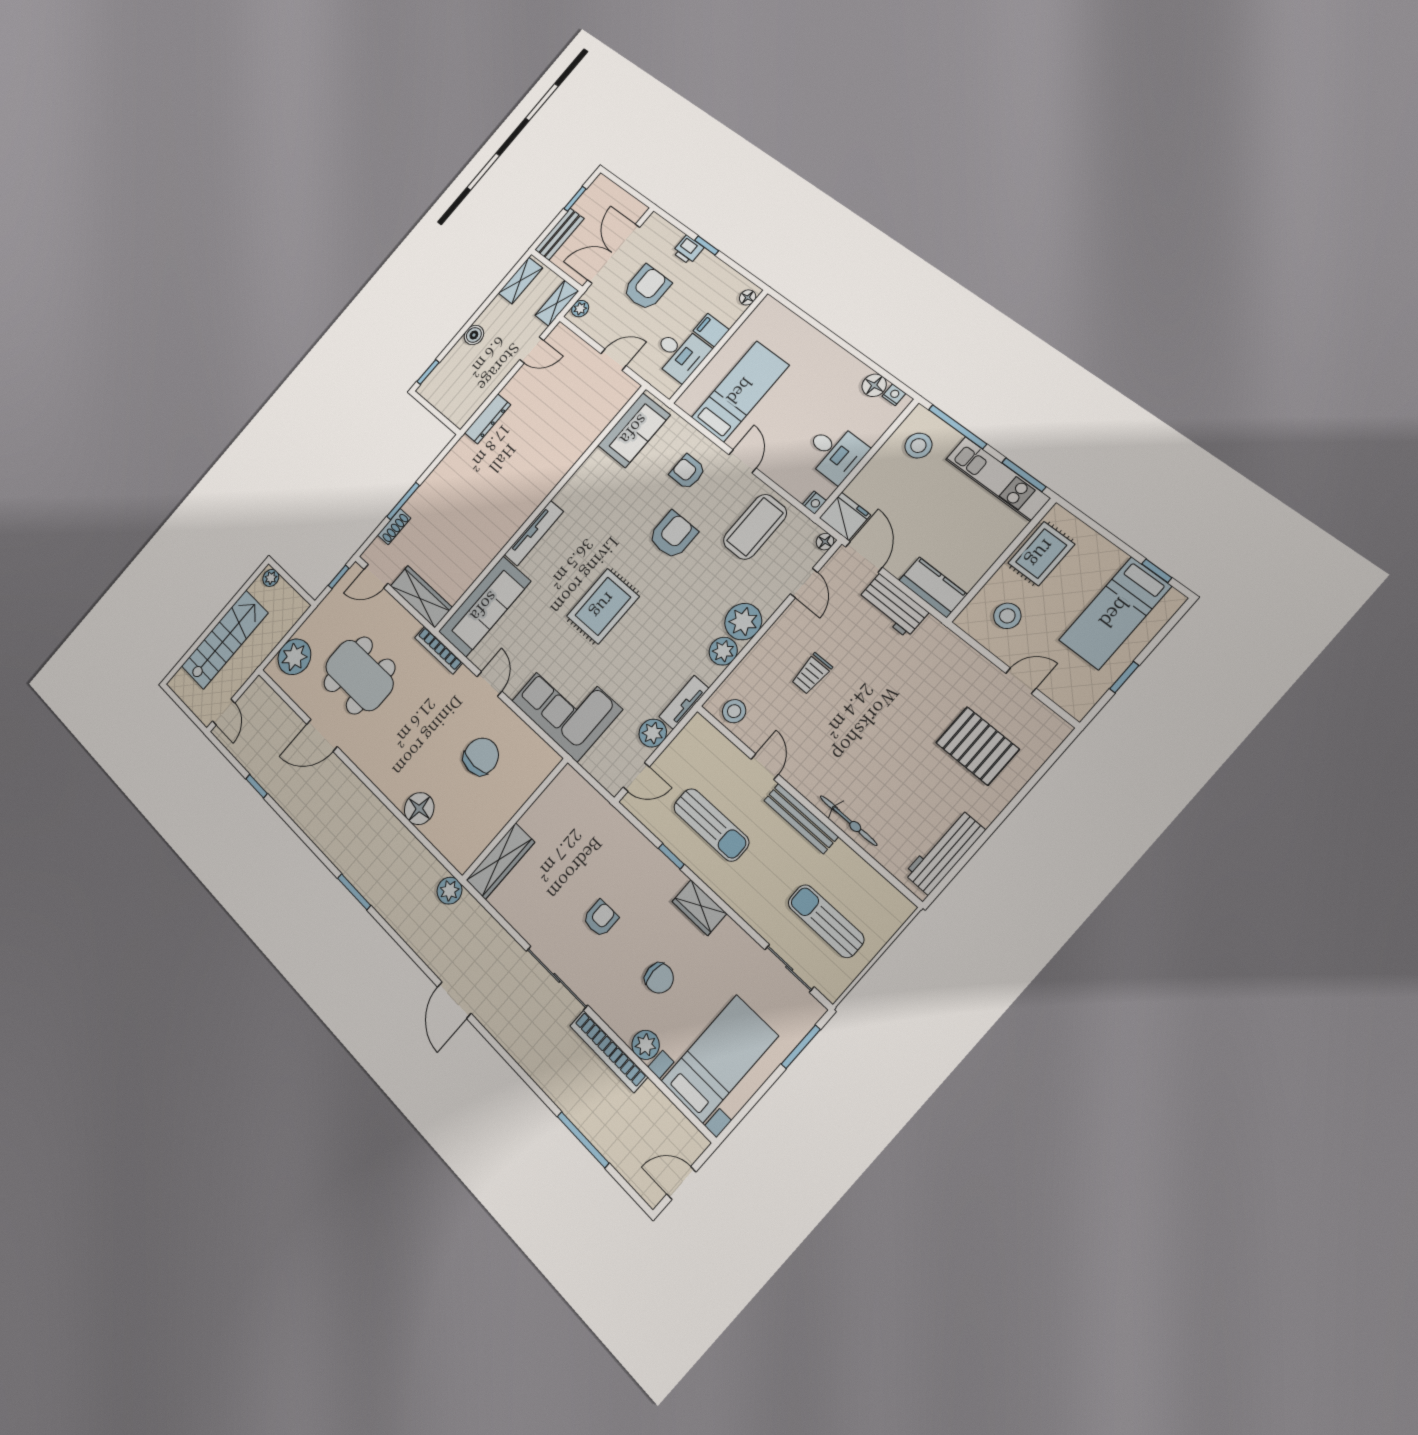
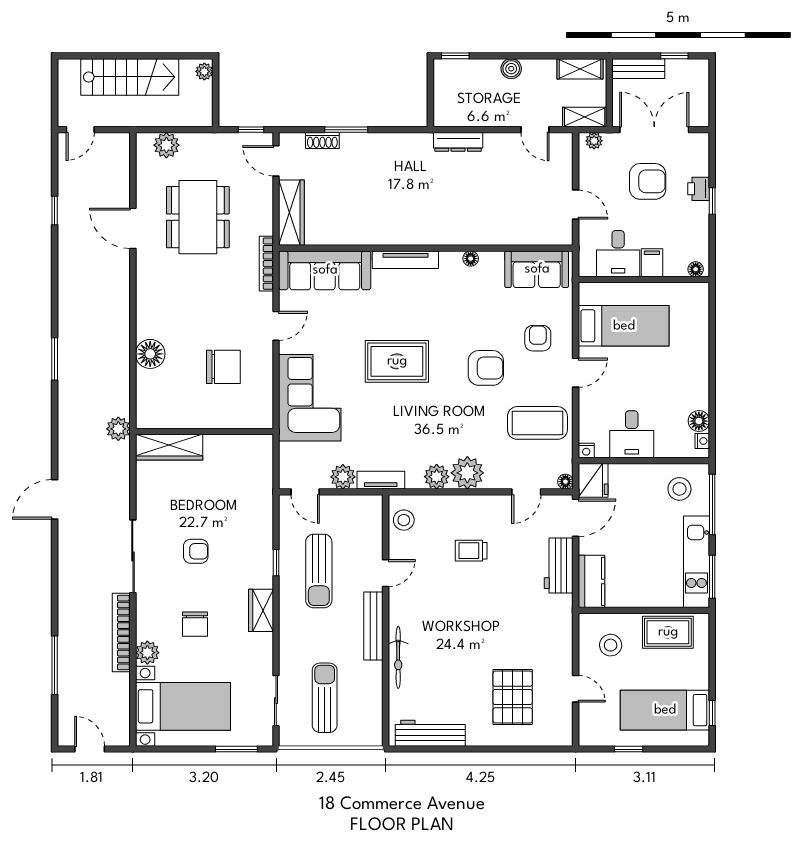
floor lamp: (579, 478) -> (471, 259), added
plant: (294, 657) -> (166, 145), width x0.73, depth x0.73

